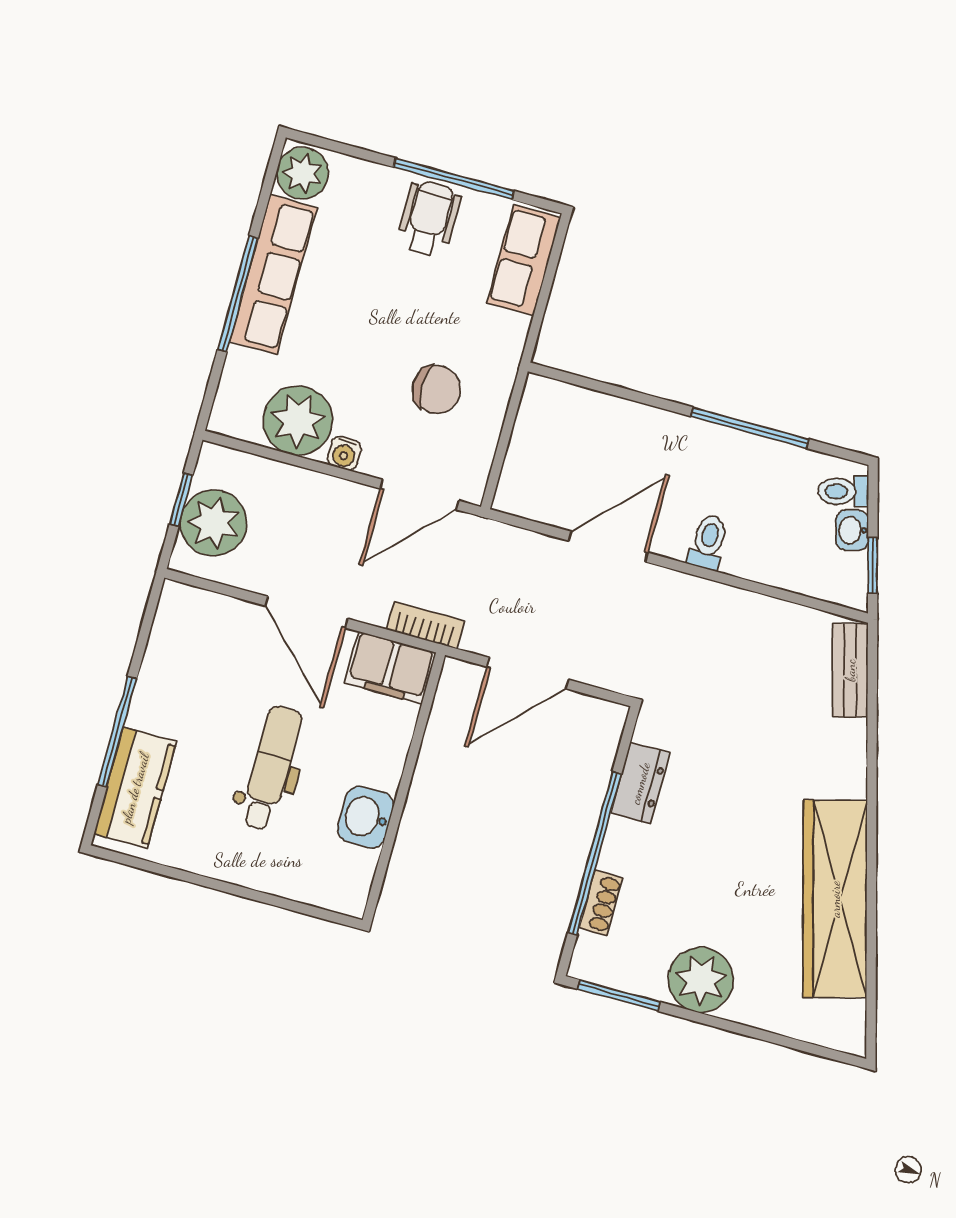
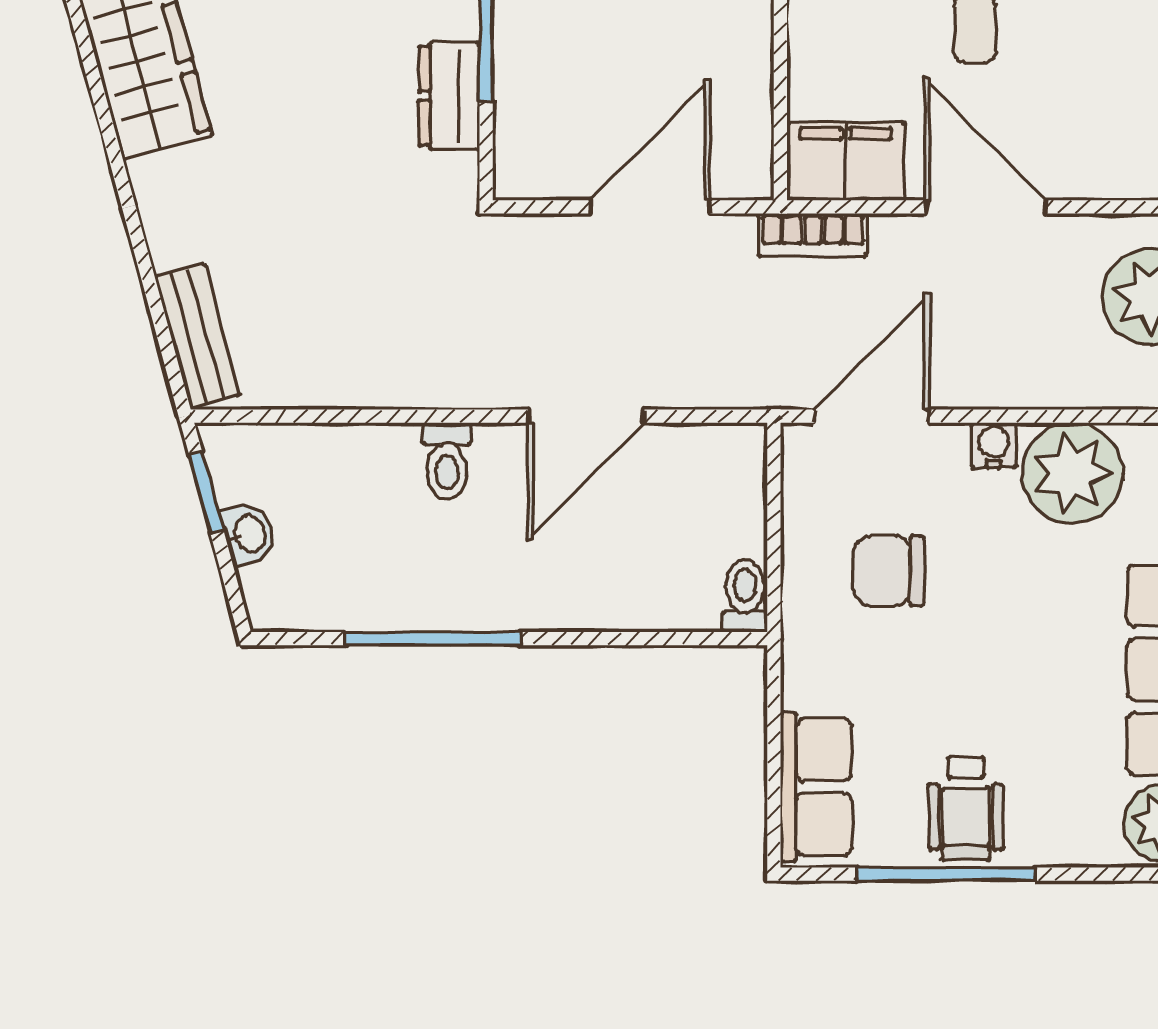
toilet: (843, 491) -> (745, 595), moved, turned -75

